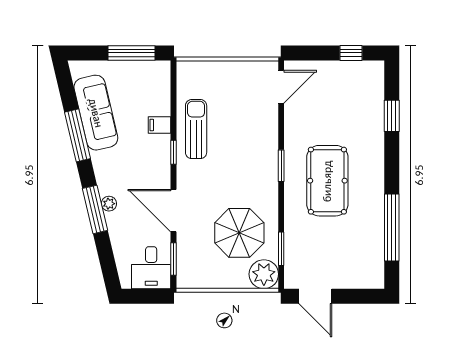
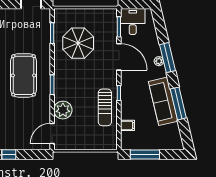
sofa: (96, 113) -> (163, 101), moved
filing cabinet: (160, 125) -> (127, 125), moved
plant: (264, 274) -> (63, 110), moved

